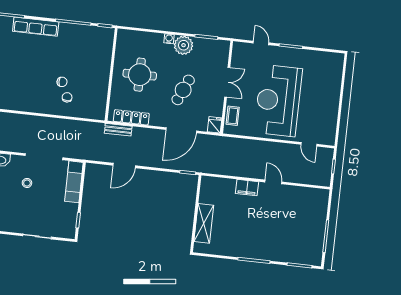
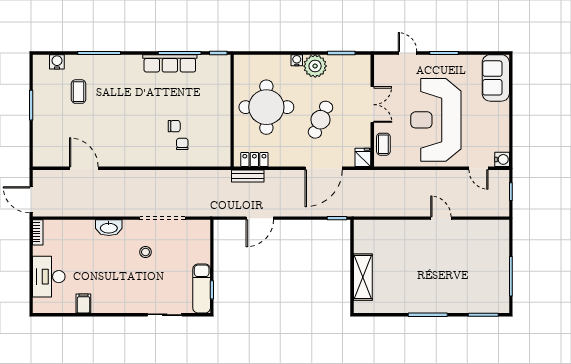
row of seats: (36, 27) -> (170, 63), moved
sofa: (331, 71) -> (496, 78), added
round table: (140, 75) -> (266, 107), width x1.36, depth x1.36
locker: (131, 117) -> (254, 159), width x0.66
water cooler: (329, 139) -> (502, 159), added
exam couch: (74, 182) -> (202, 289), moved
filing cabinet: (247, 188) -> (410, 228), removed

